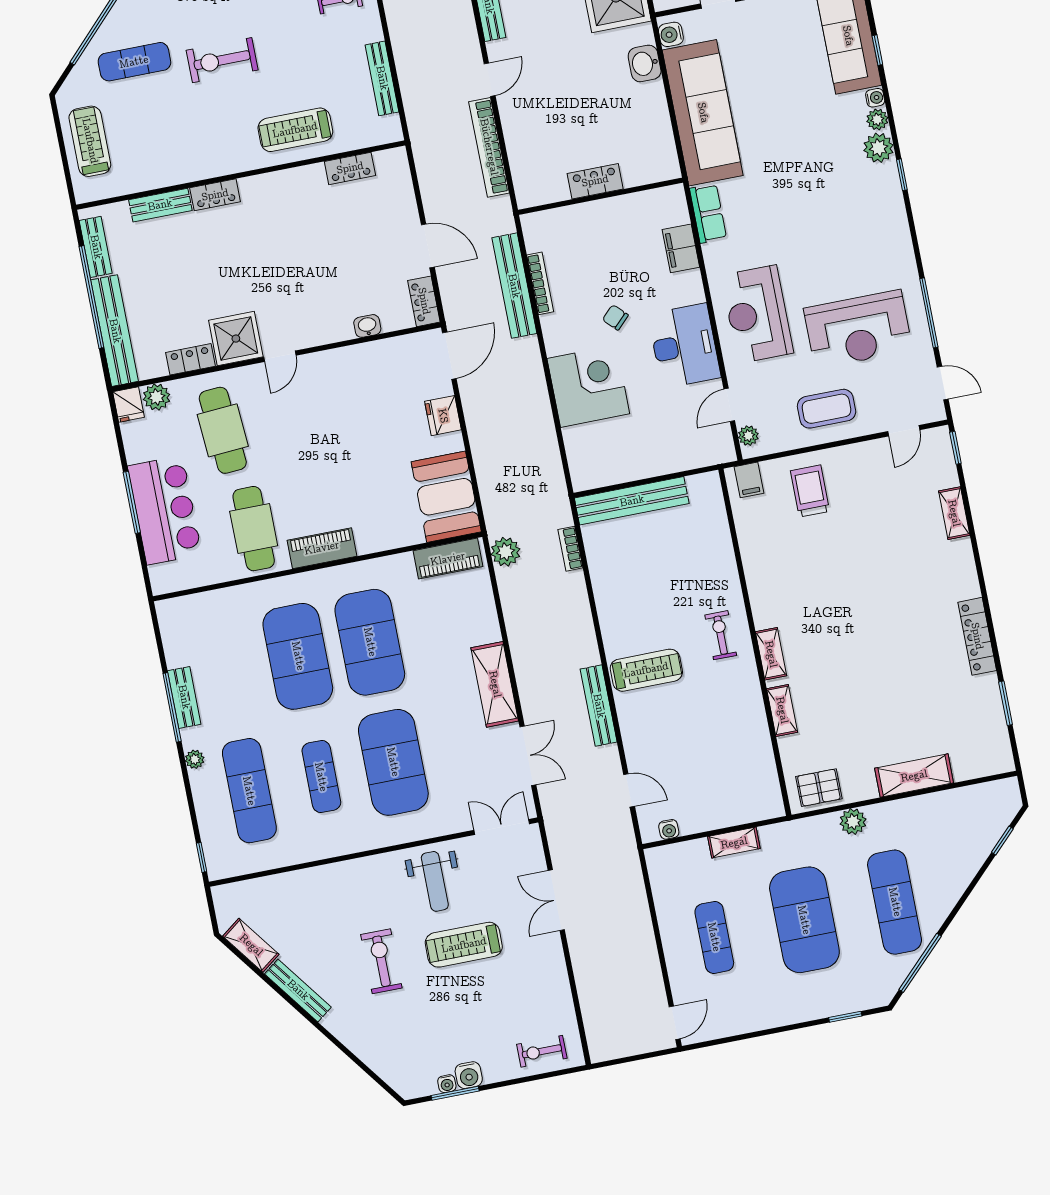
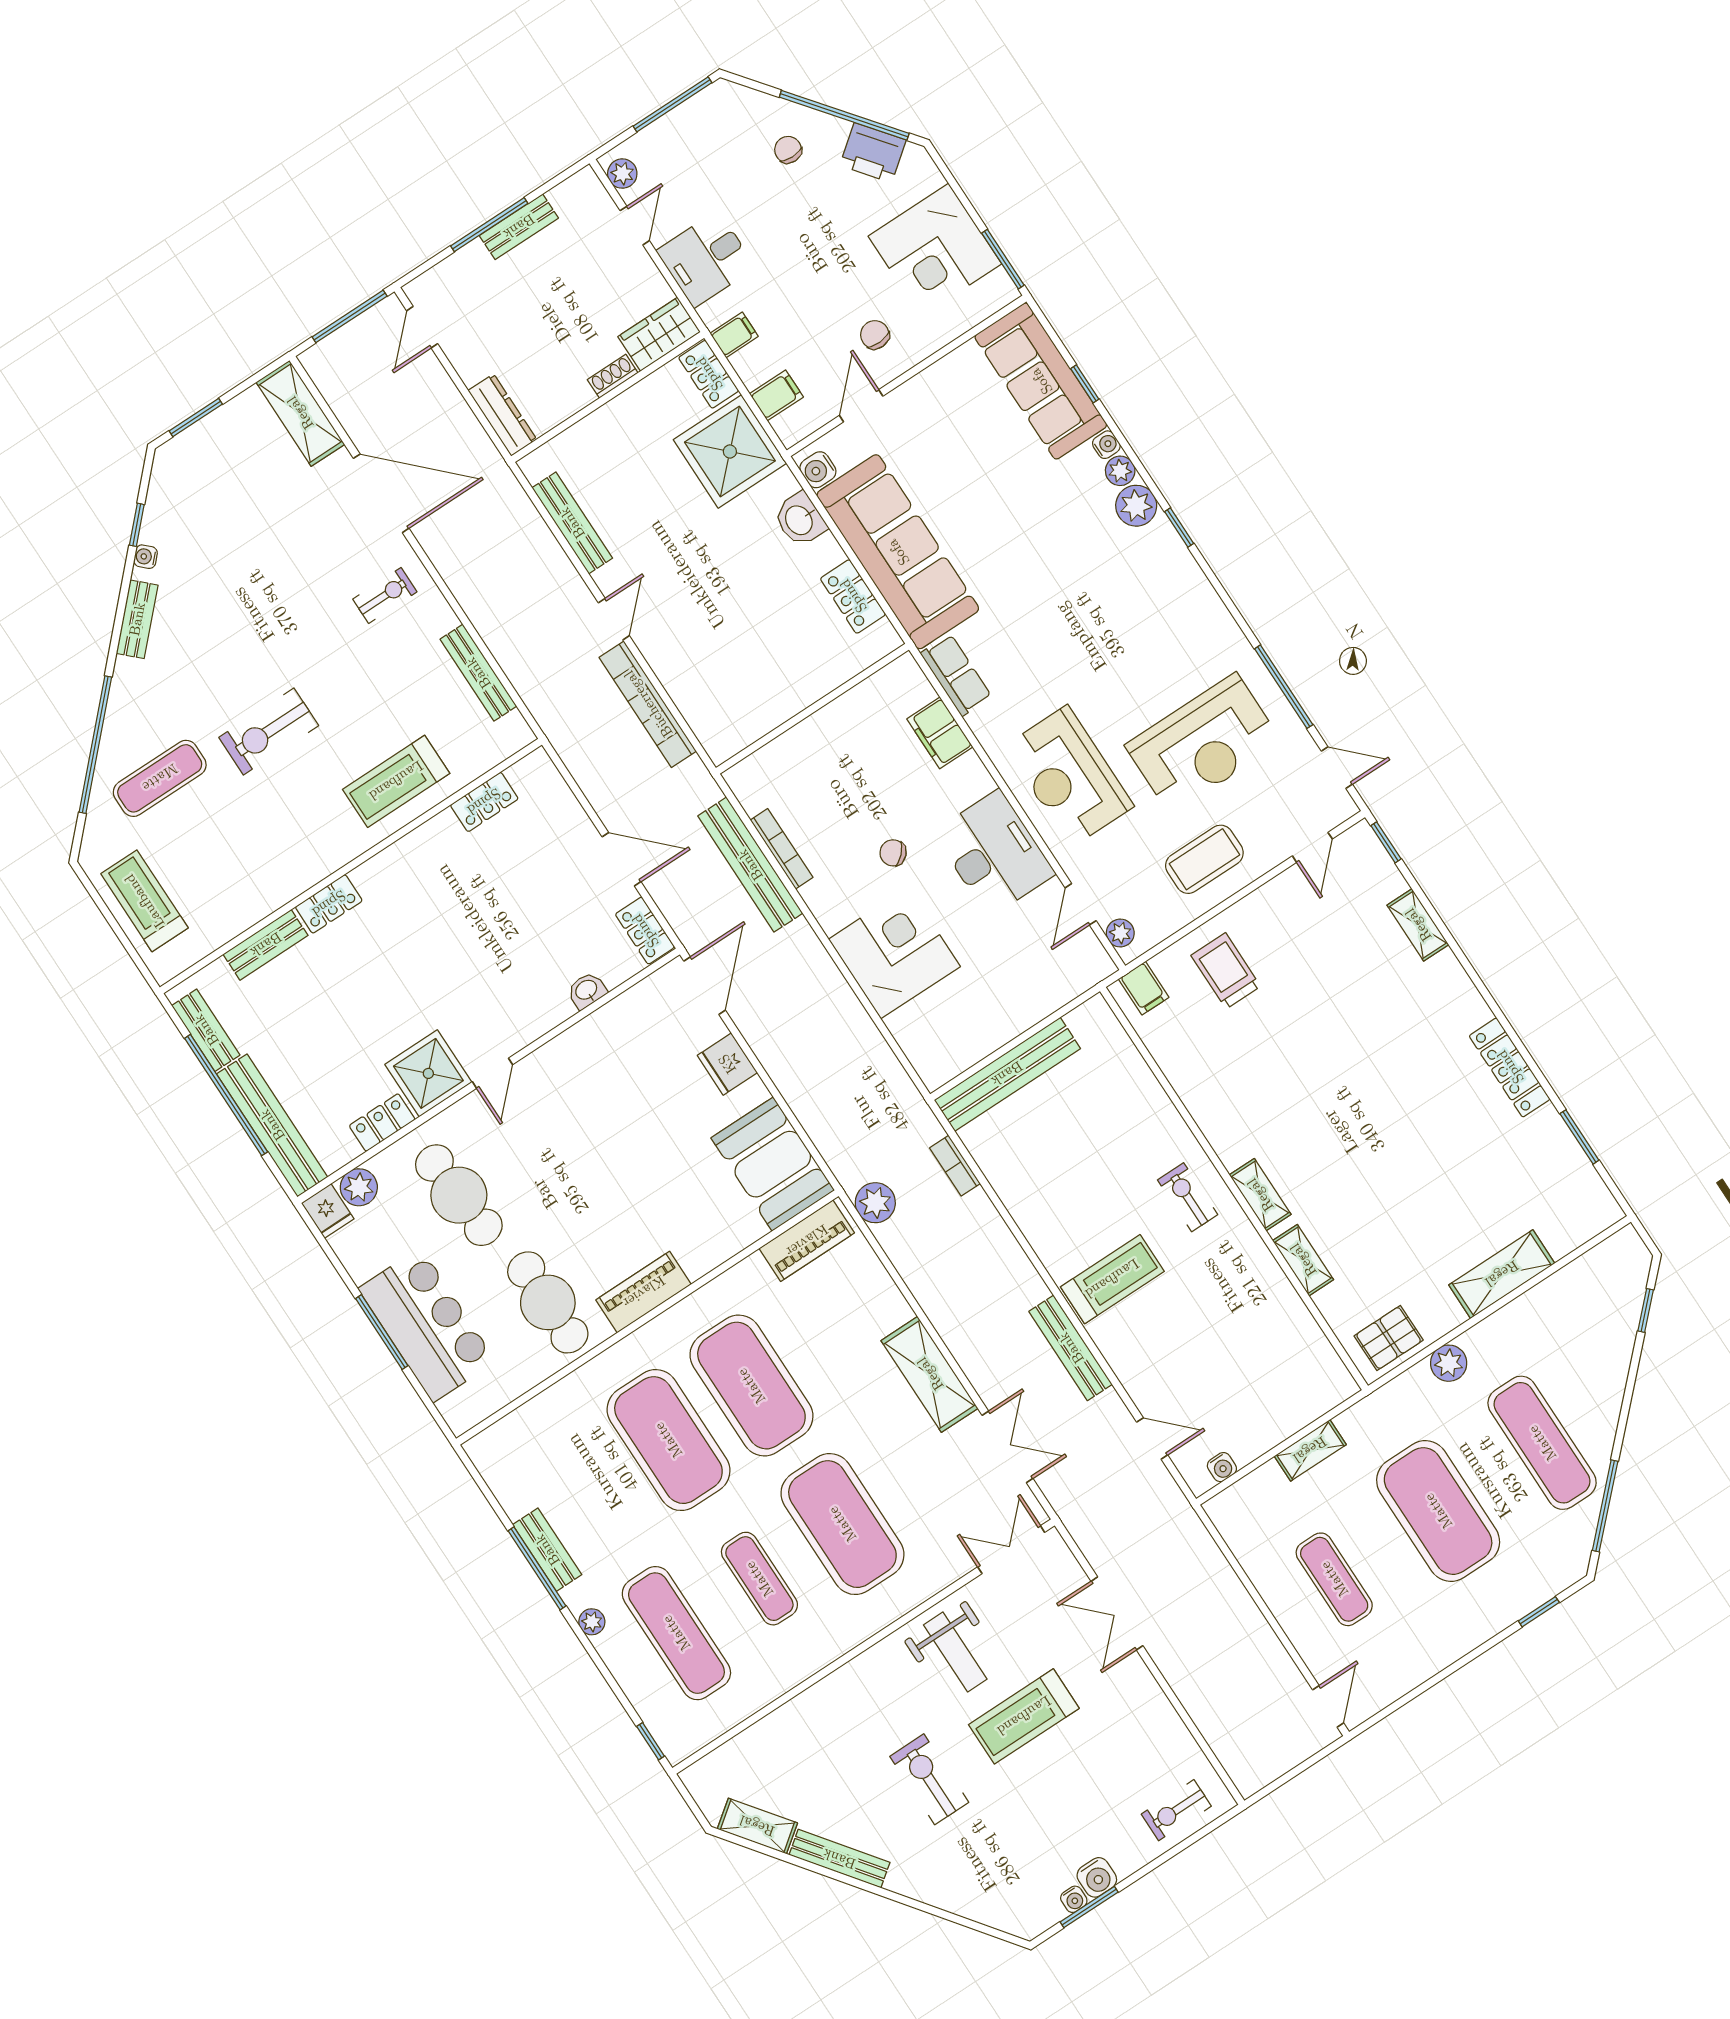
locker: (595, 181) -> (853, 596), moved, turned -90

